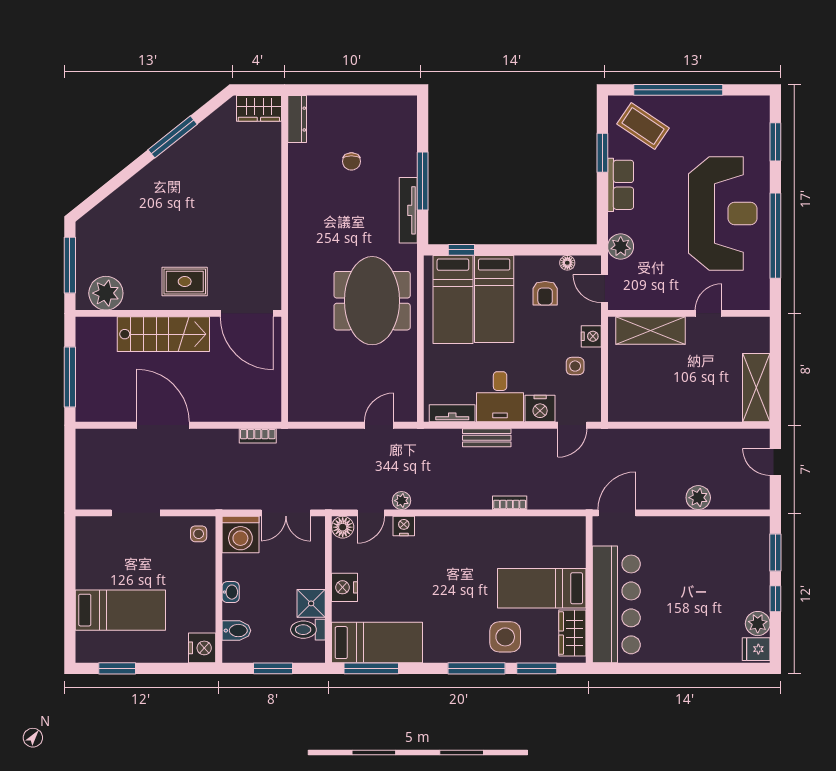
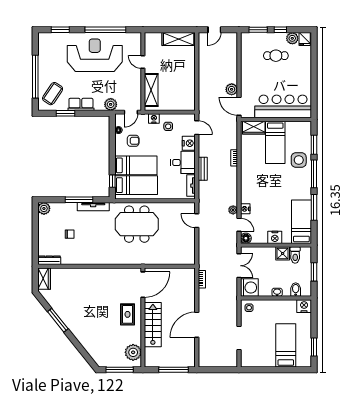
plant: (405, 108) -> (44, 208), added
plant: (698, 498) -> (232, 89), moved
cafe table: (722, 590) -> (276, 56), added
wardrobe: (572, 633) -> (254, 128), moved
window: (371, 668) -> (314, 207), moved

